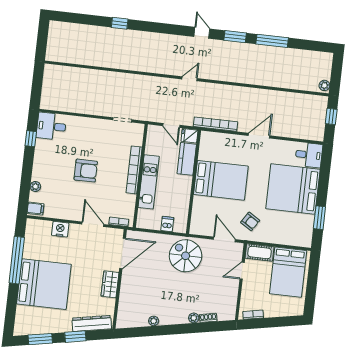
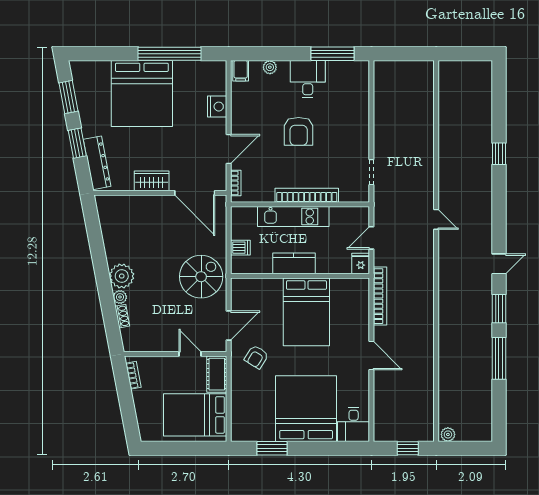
door: (190, 79) -> (436, 219), moved
desk: (51, 126) -> (308, 79), moved
window: (31, 139) -> (332, 54), width x2.17
kitchen counter: (187, 159) -> (294, 263), moved
plant: (154, 321) -> (122, 276), moved, width x1.88, depth x1.88

